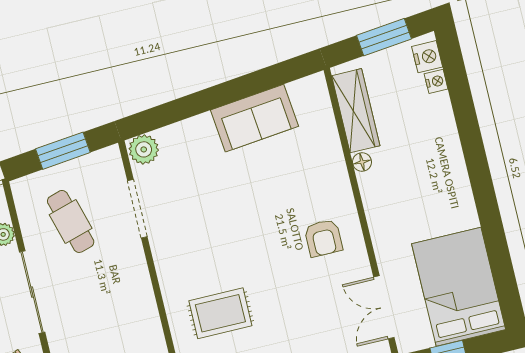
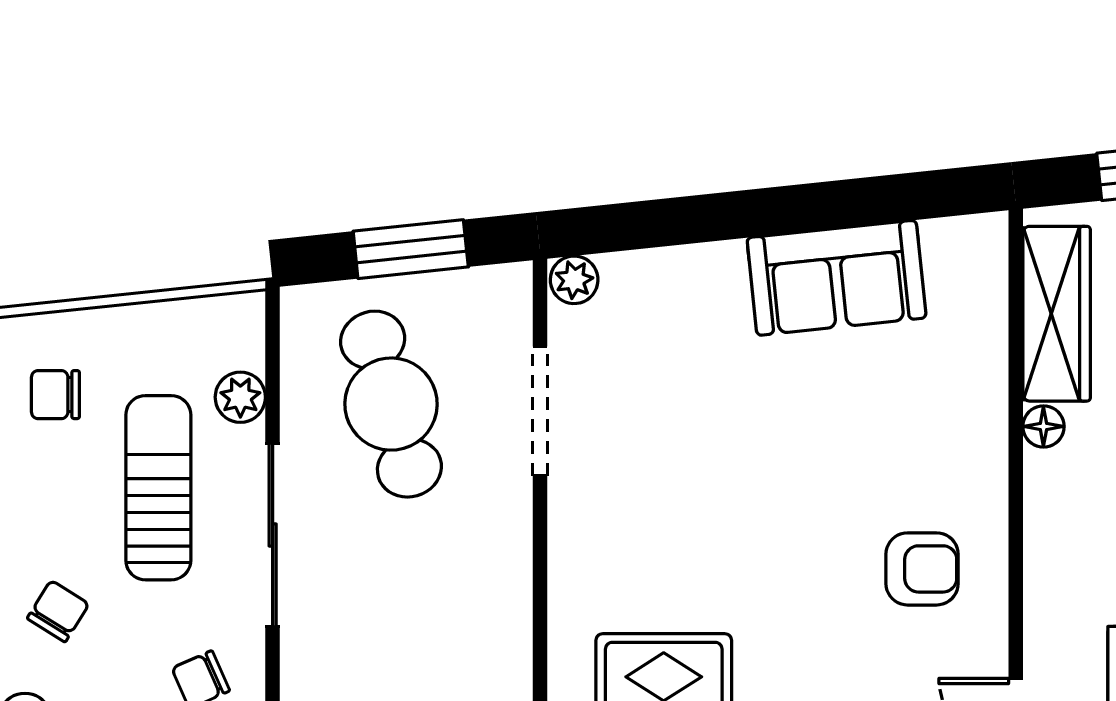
plant: (144, 149) -> (574, 280), width x0.73, depth x0.73
cafe table: (71, 221) -> (391, 404), width x1.37, depth x1.35
armchair: (323, 238) -> (922, 569), turned -90

